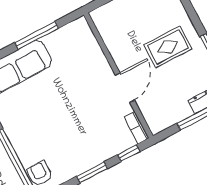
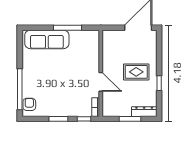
door: (125, 88) -> (101, 82), hinge flipped

